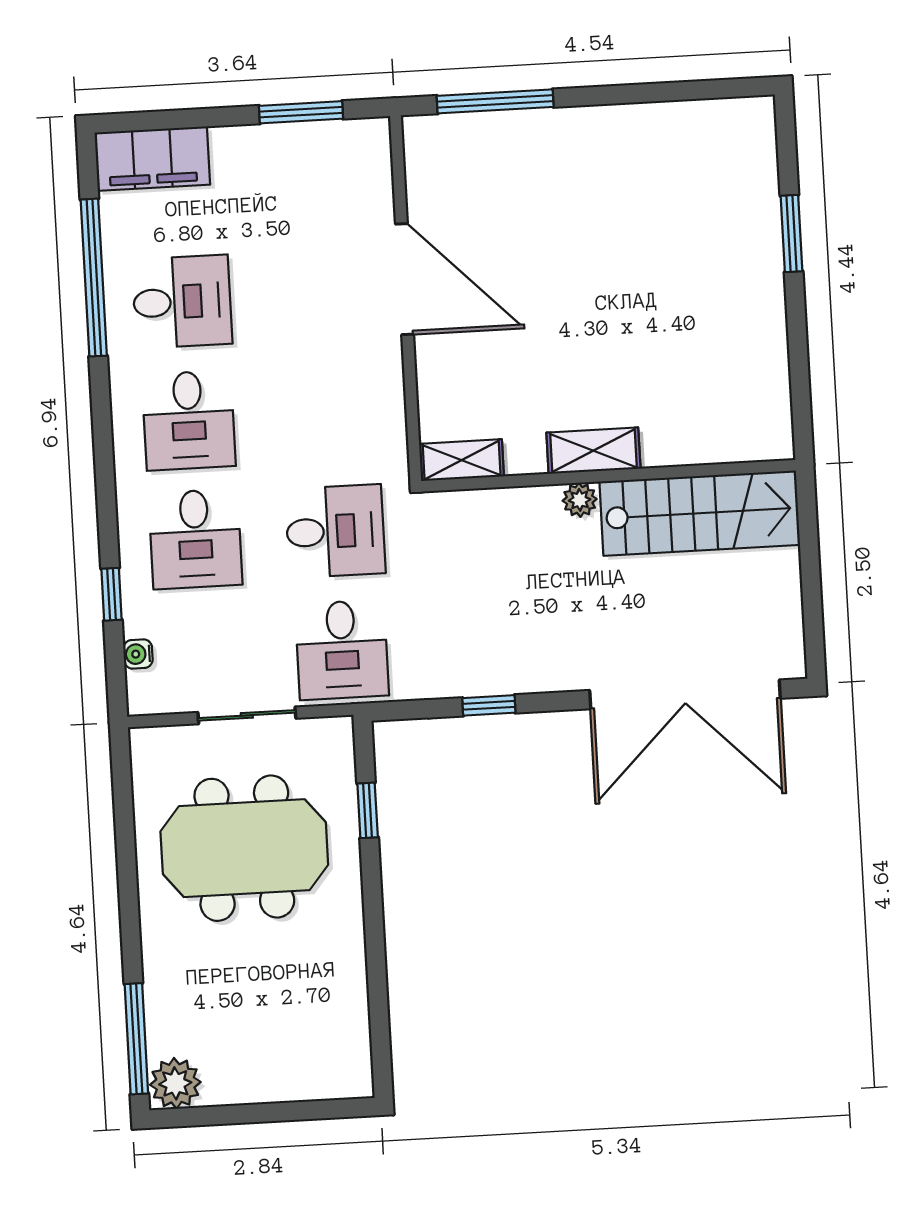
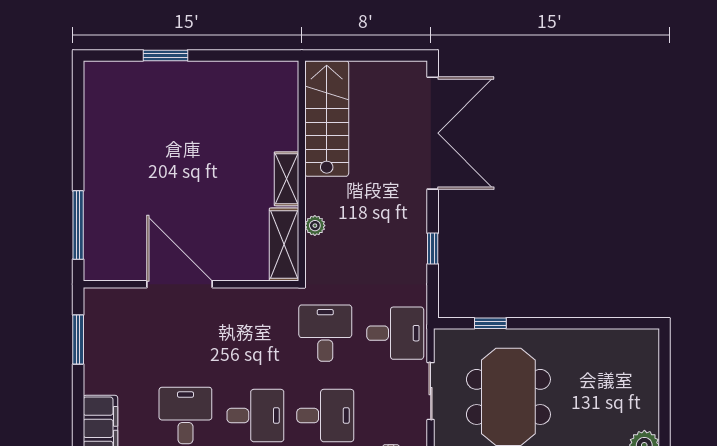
door: (405, 279) -> (180, 284), hinge flipped
shelving: (462, 460) -> (284, 244), width x1.50, depth x1.33
plant: (580, 500) -> (315, 226), moved

